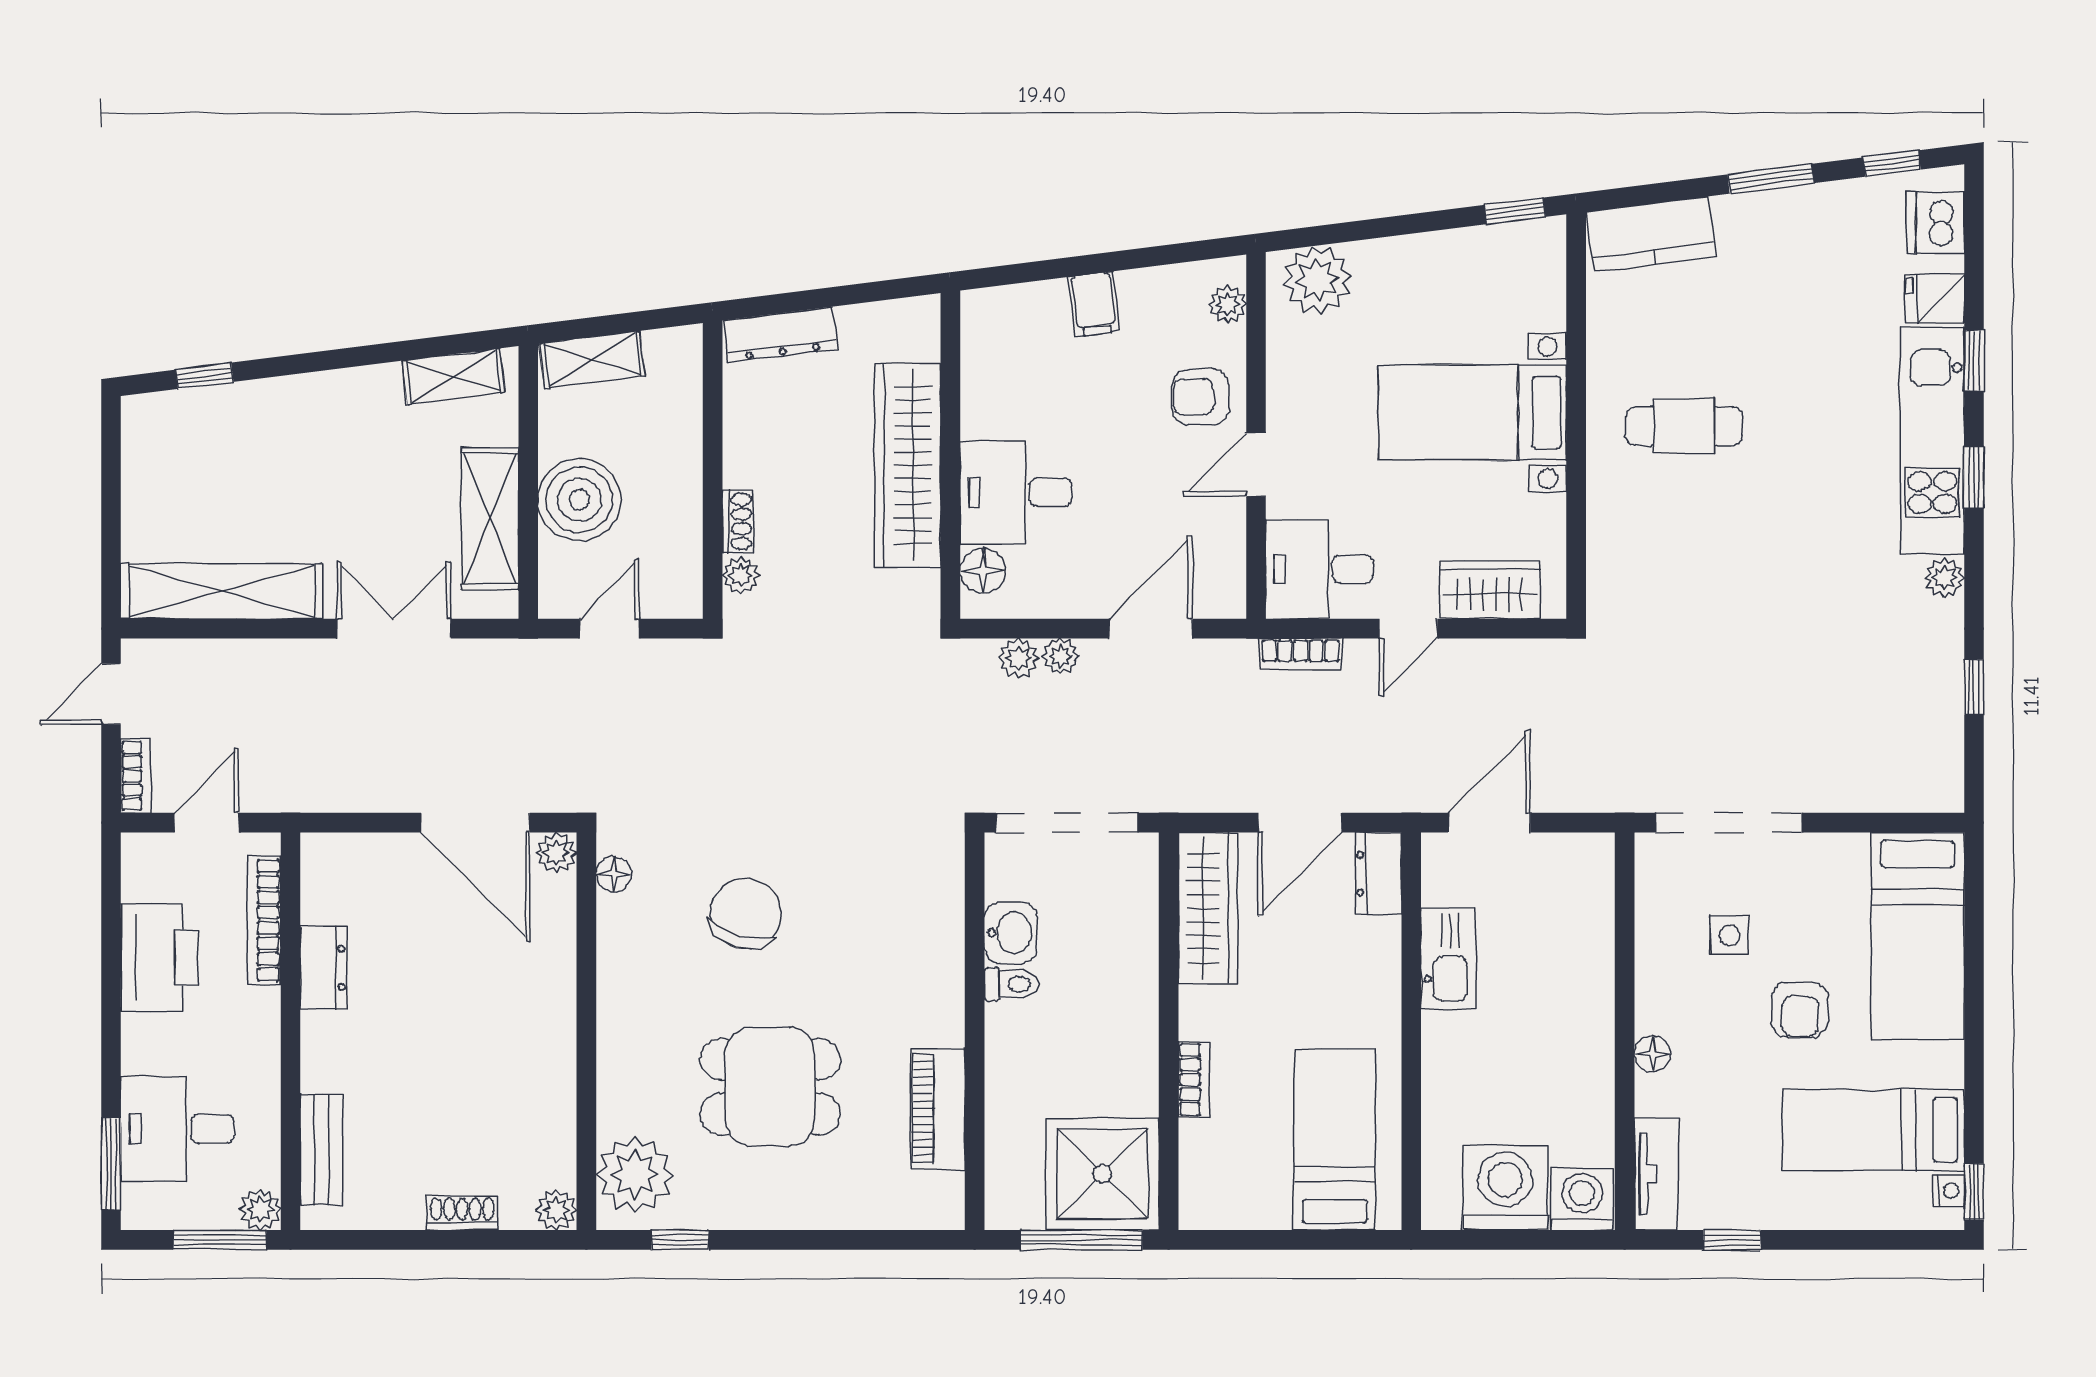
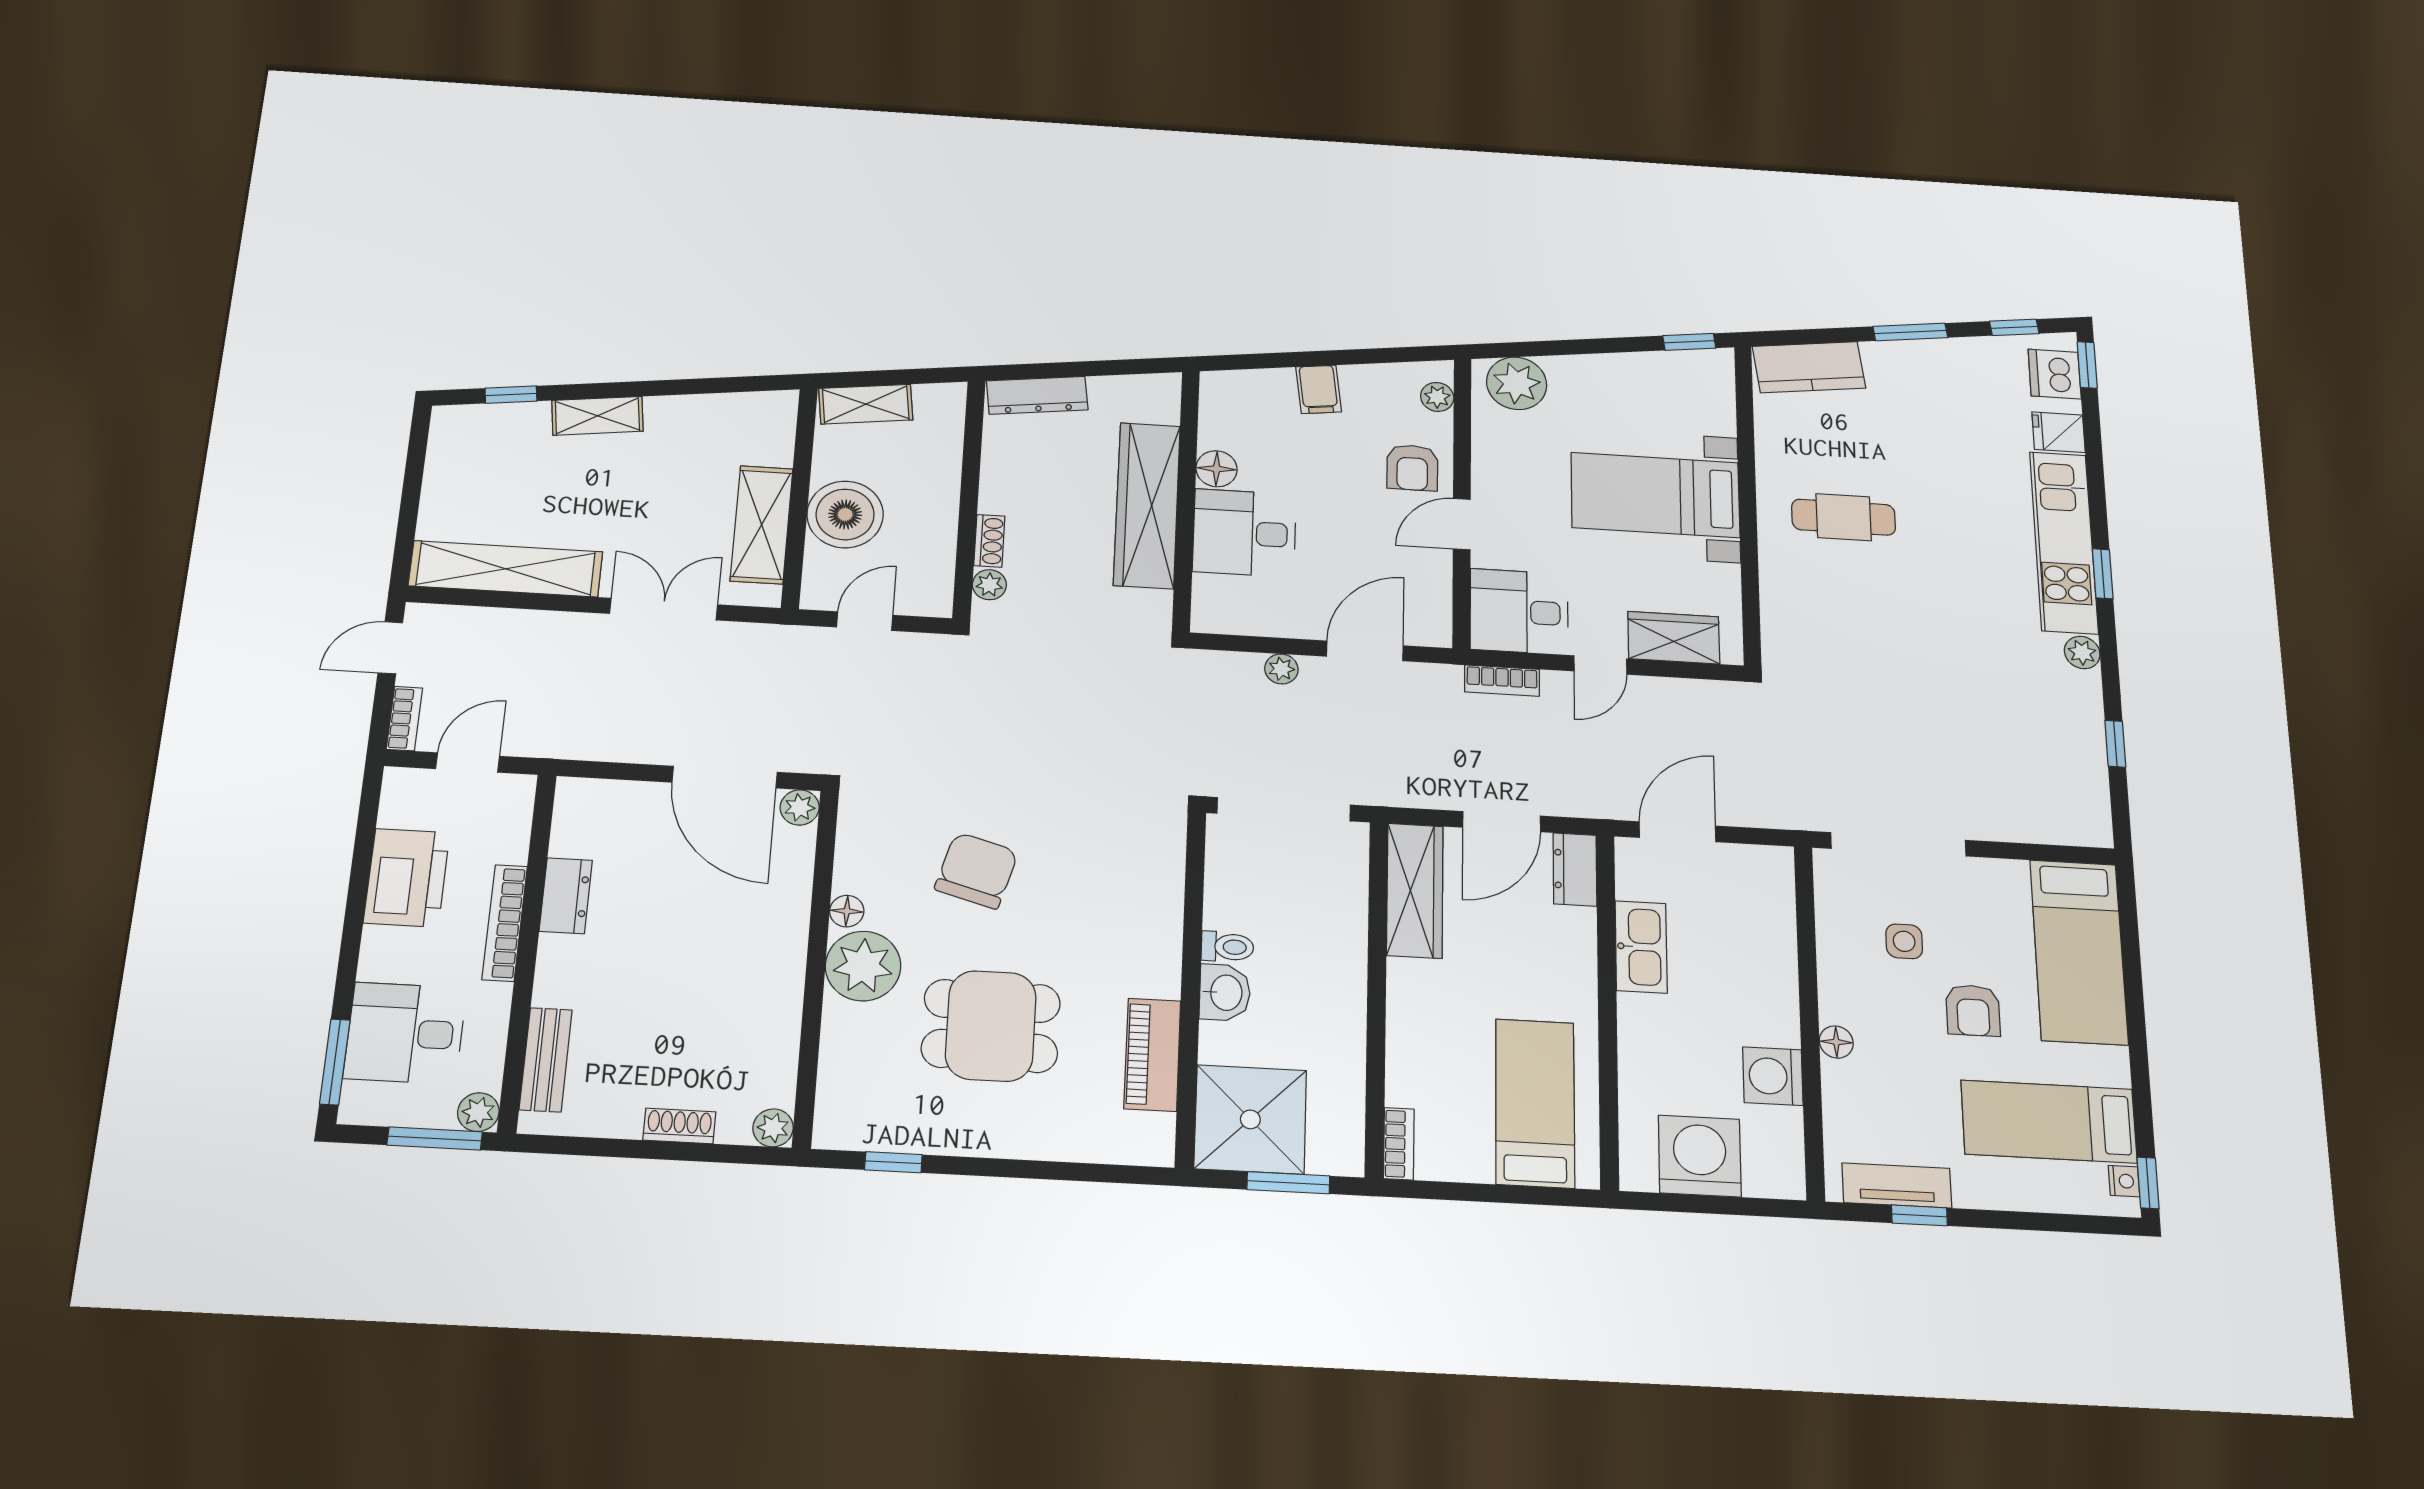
window: (1974, 360) -> (2087, 365), moved
shelving: (454, 376) -> (597, 416), moved
armchair: (1200, 397) -> (1412, 468), turned -90
floor lamp: (983, 571) -> (1217, 469), moved
plant: (1019, 658) -> (1243, 668), removed
floor lamp: (614, 874) -> (847, 911), moved
bookcase: (264, 920) -> (505, 923), moved
washbasin: (1010, 933) -> (1225, 993), moved
bookcase: (1194, 1079) -> (1399, 1144), moved
shower: (1103, 1174) -> (1250, 1119), moved
tv unit: (1656, 1174) -> (1897, 1185), moved, turned -90
plant: (635, 1175) -> (863, 966), moved
washing machine: (1582, 1199) -> (1773, 1076), moved, turned -90
window: (1081, 1240) -> (1288, 1183), width x0.69

